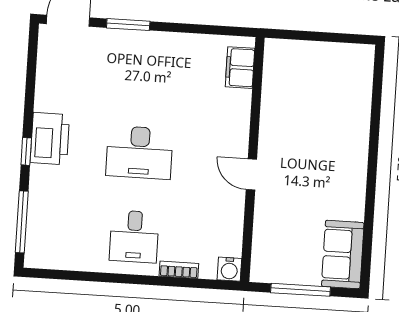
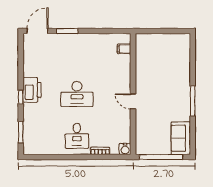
filing cabinet: (240, 68) -> (124, 49), width x0.50
window: (371, 181) -> (193, 101), added
window: (22, 222) -> (21, 132), width x0.69
window: (301, 290) -> (161, 157), width x1.46

